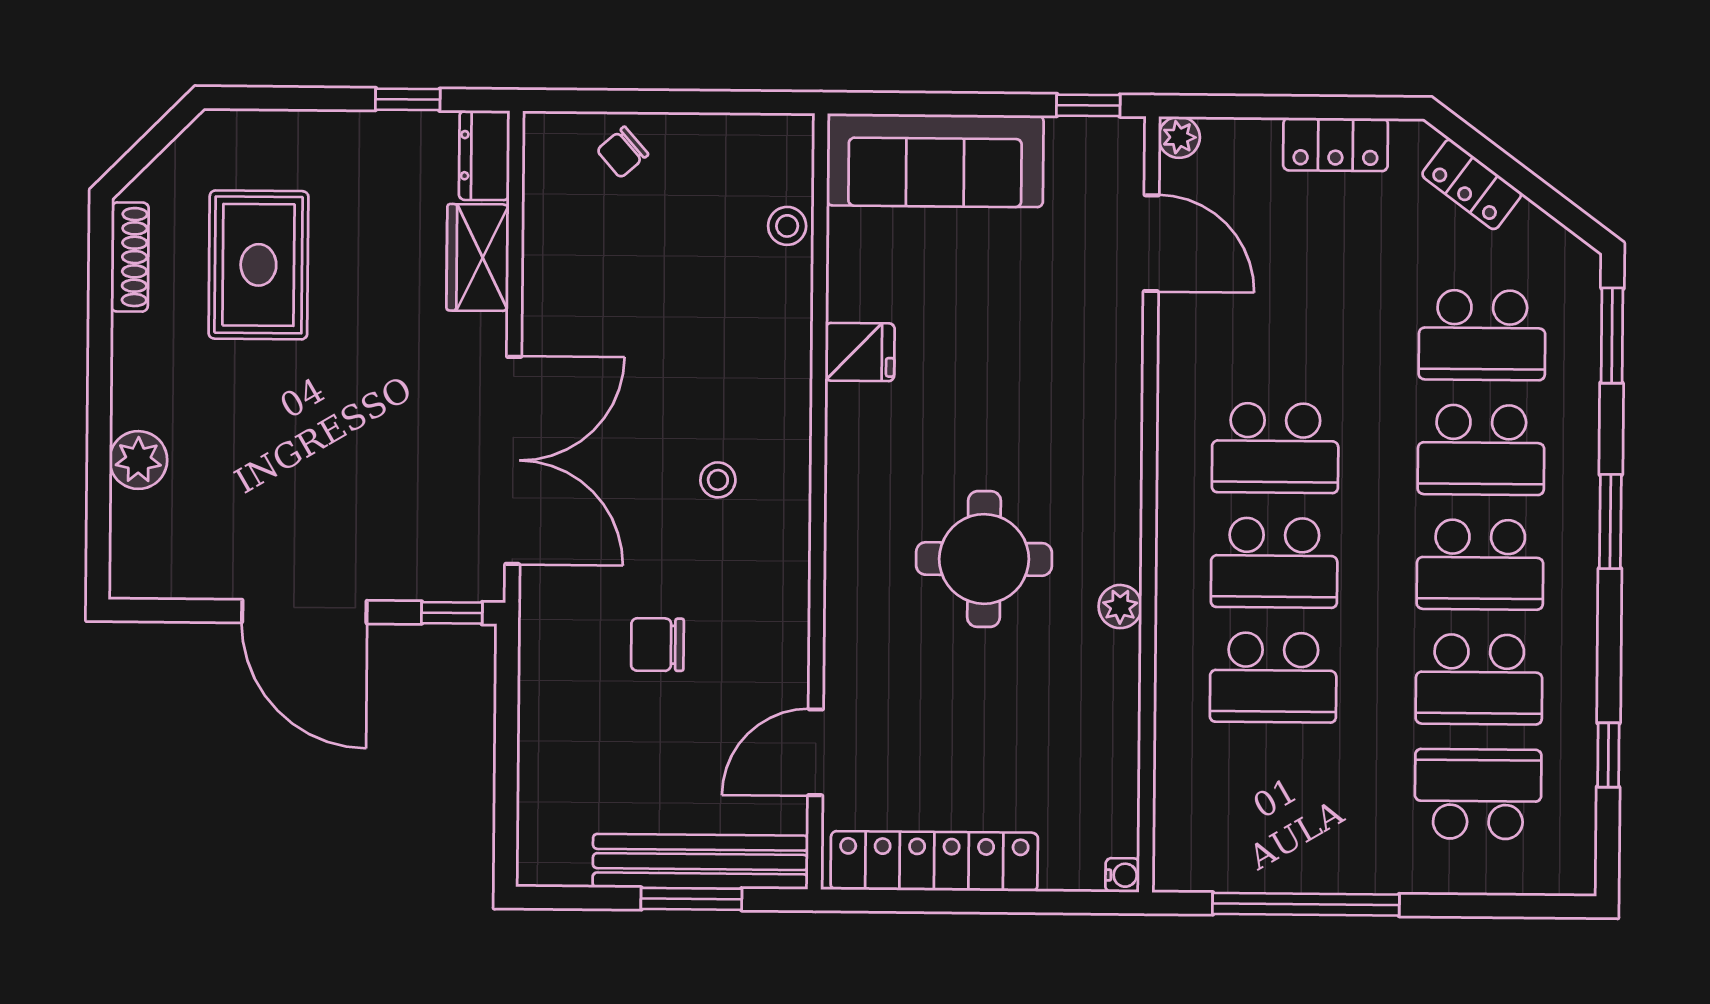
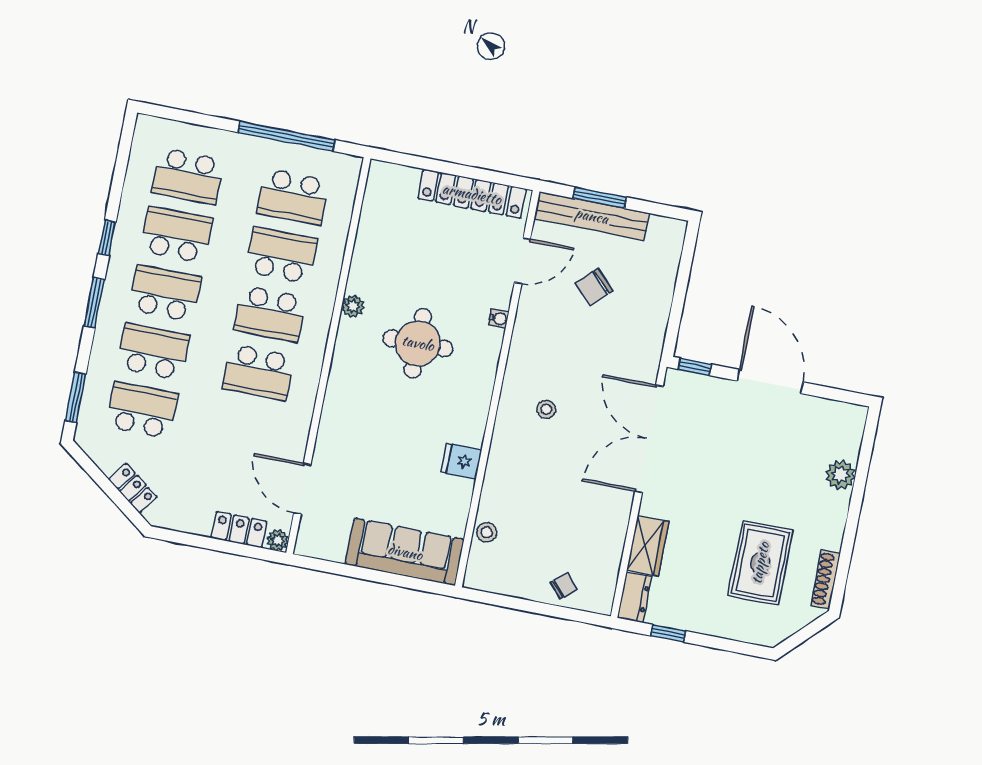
window: (1088, 105) -> (321, 565), removed
locker: (1336, 144) -> (239, 530), moved
school desk: (1275, 448) -> (258, 372), turned 180
school desk: (1274, 563) -> (270, 314), turned 180
chair: (657, 645) -> (594, 287), moved, turned 136
window: (1608, 755) -> (107, 238), moved
school desk: (1272, 792) -> (293, 197), added
water cooler: (1122, 875) -> (499, 318), moved, turned 180

